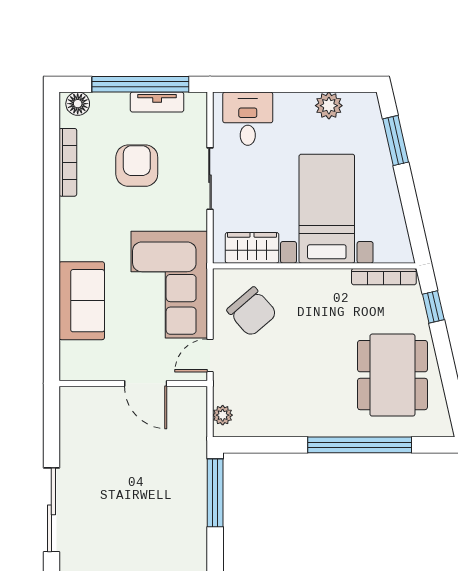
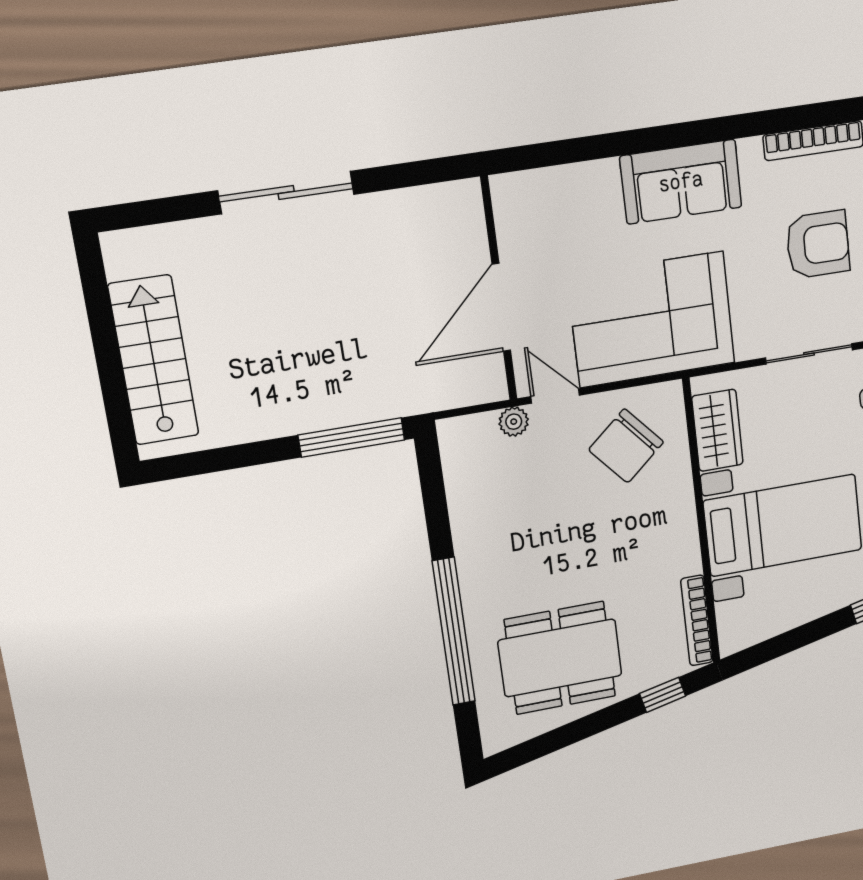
sofa: (82, 301) -> (681, 182), moved
door: (146, 383) -> (501, 308), width x1.36
plant: (223, 415) -> (514, 422), moved

